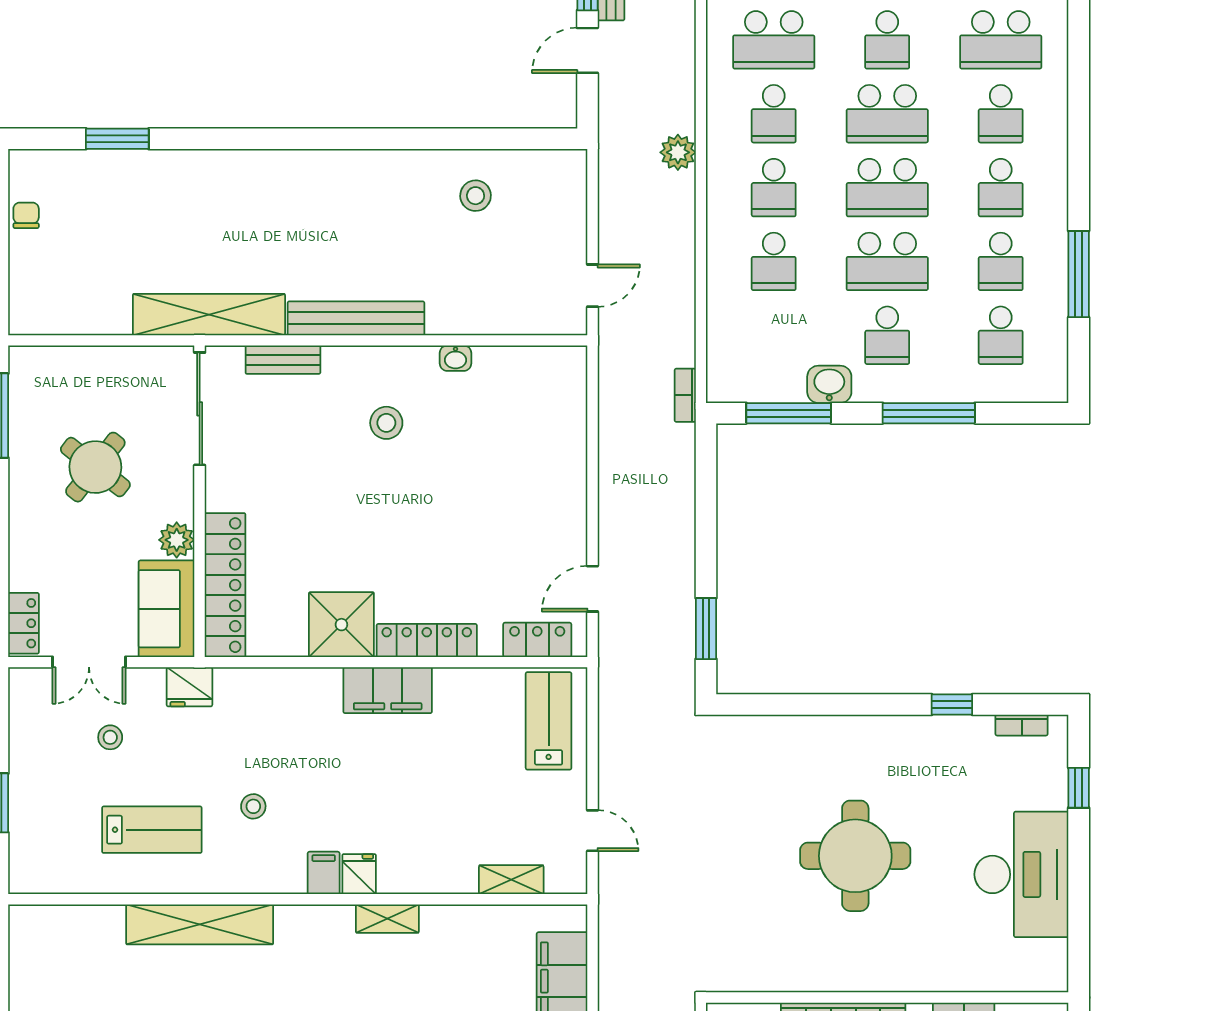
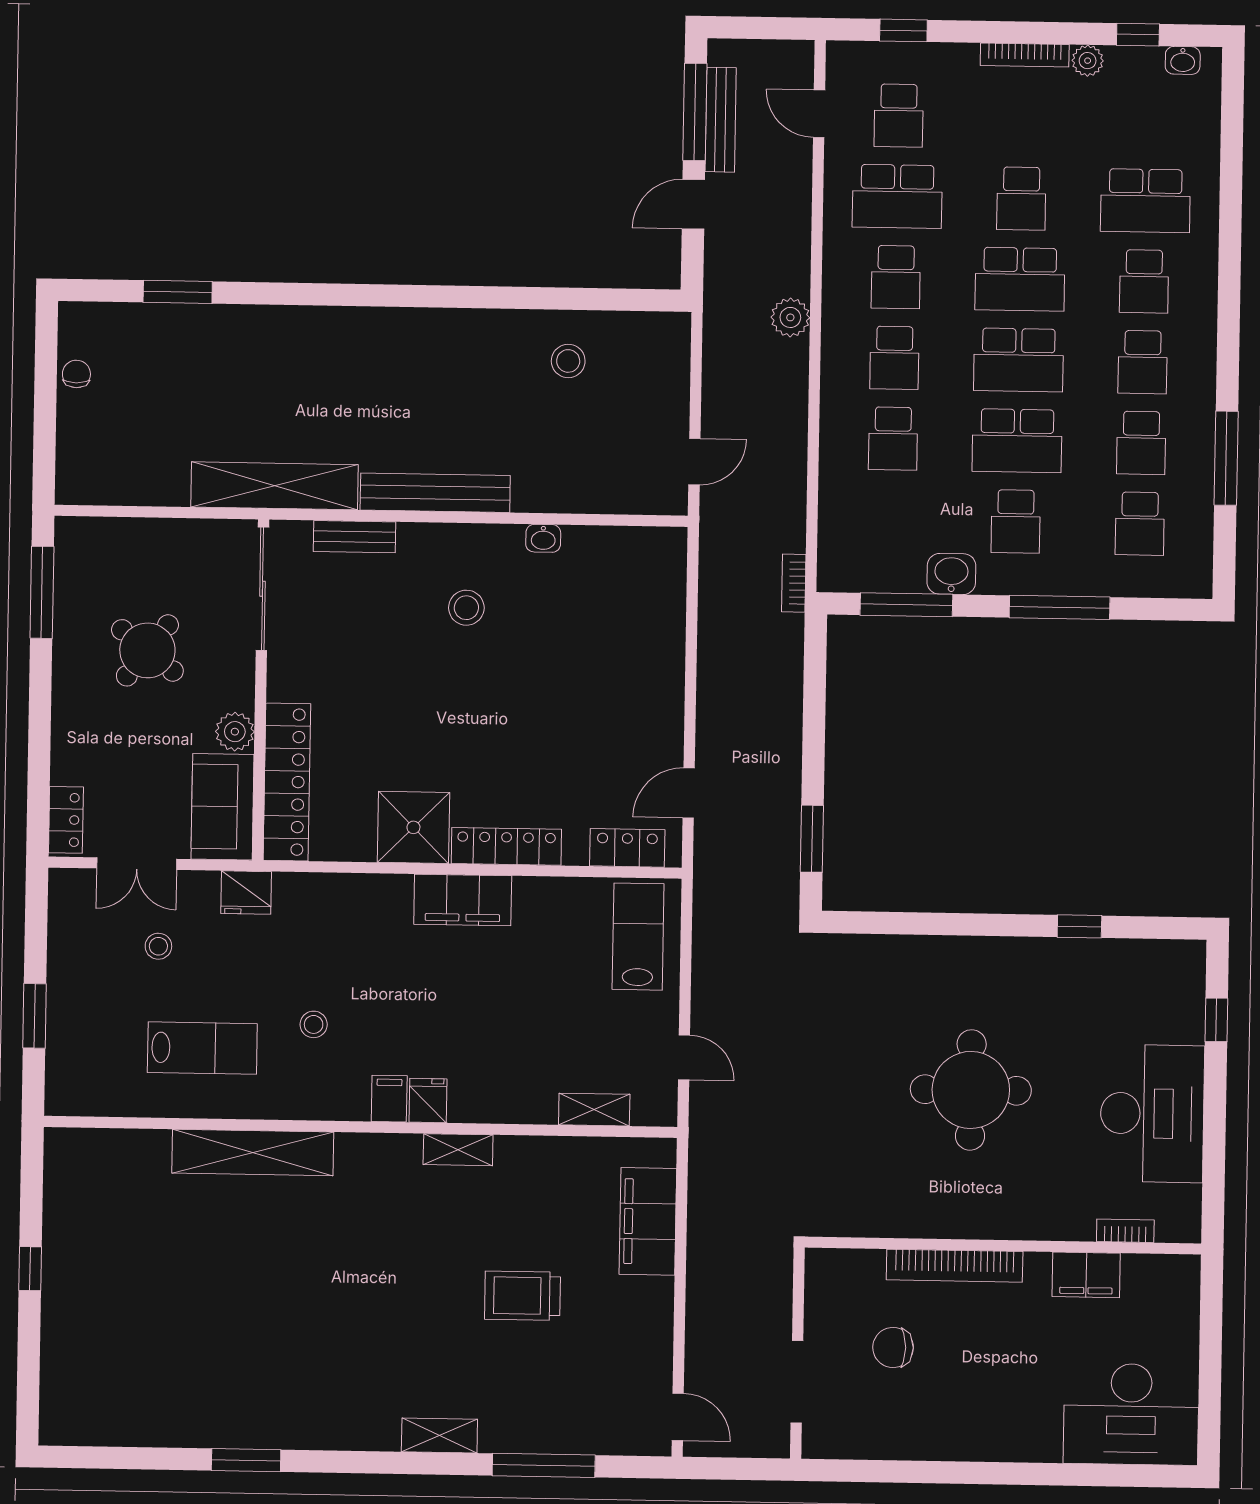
bookcase: (1022, 725) -> (1125, 1231), moved, turned 180

